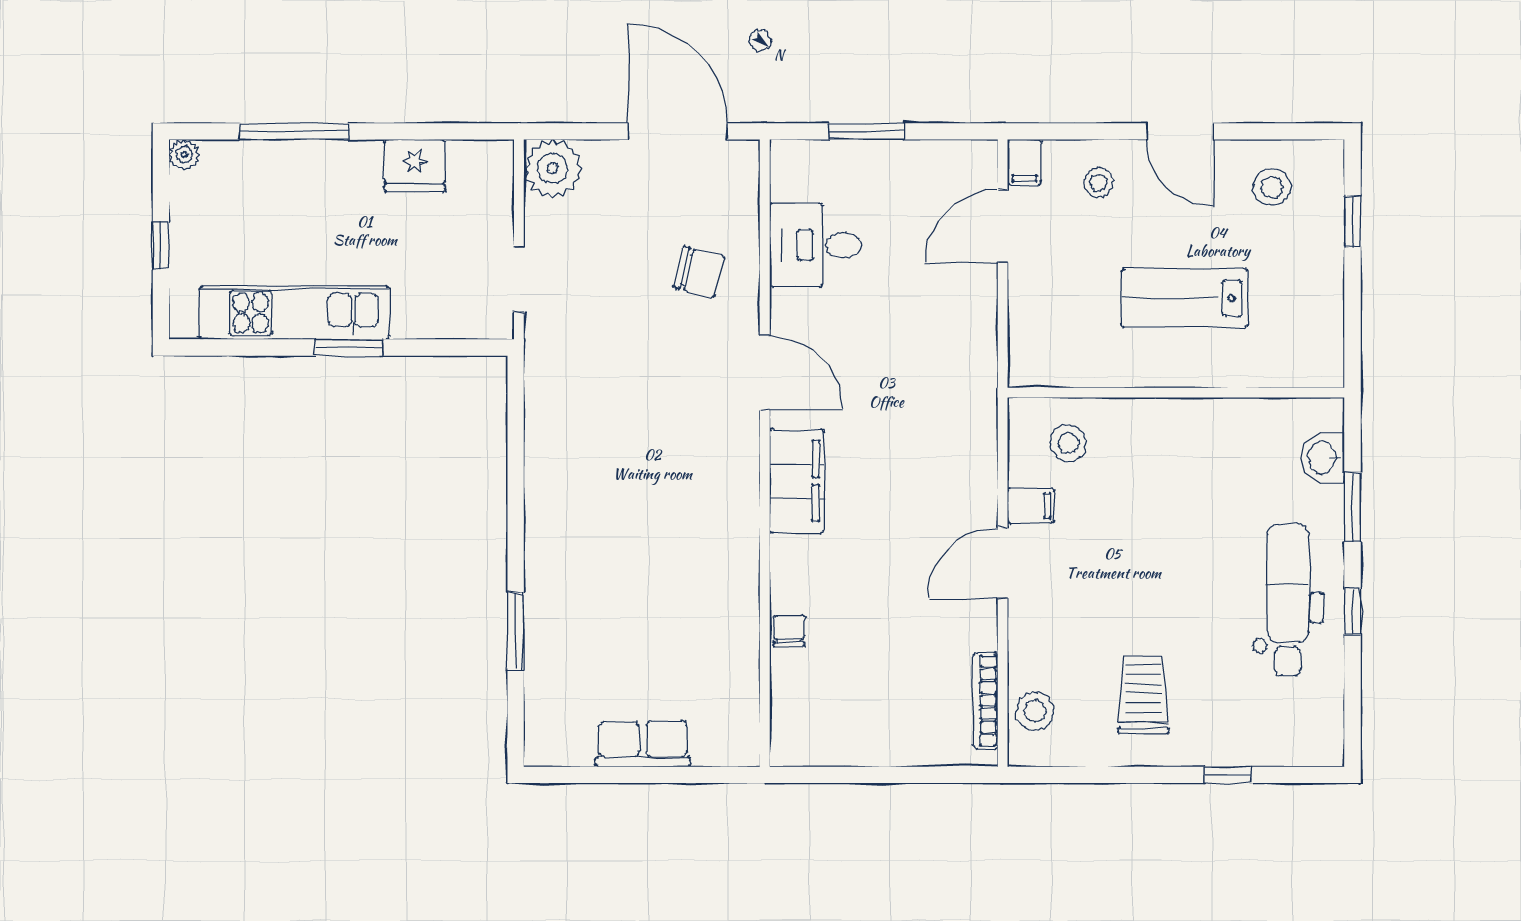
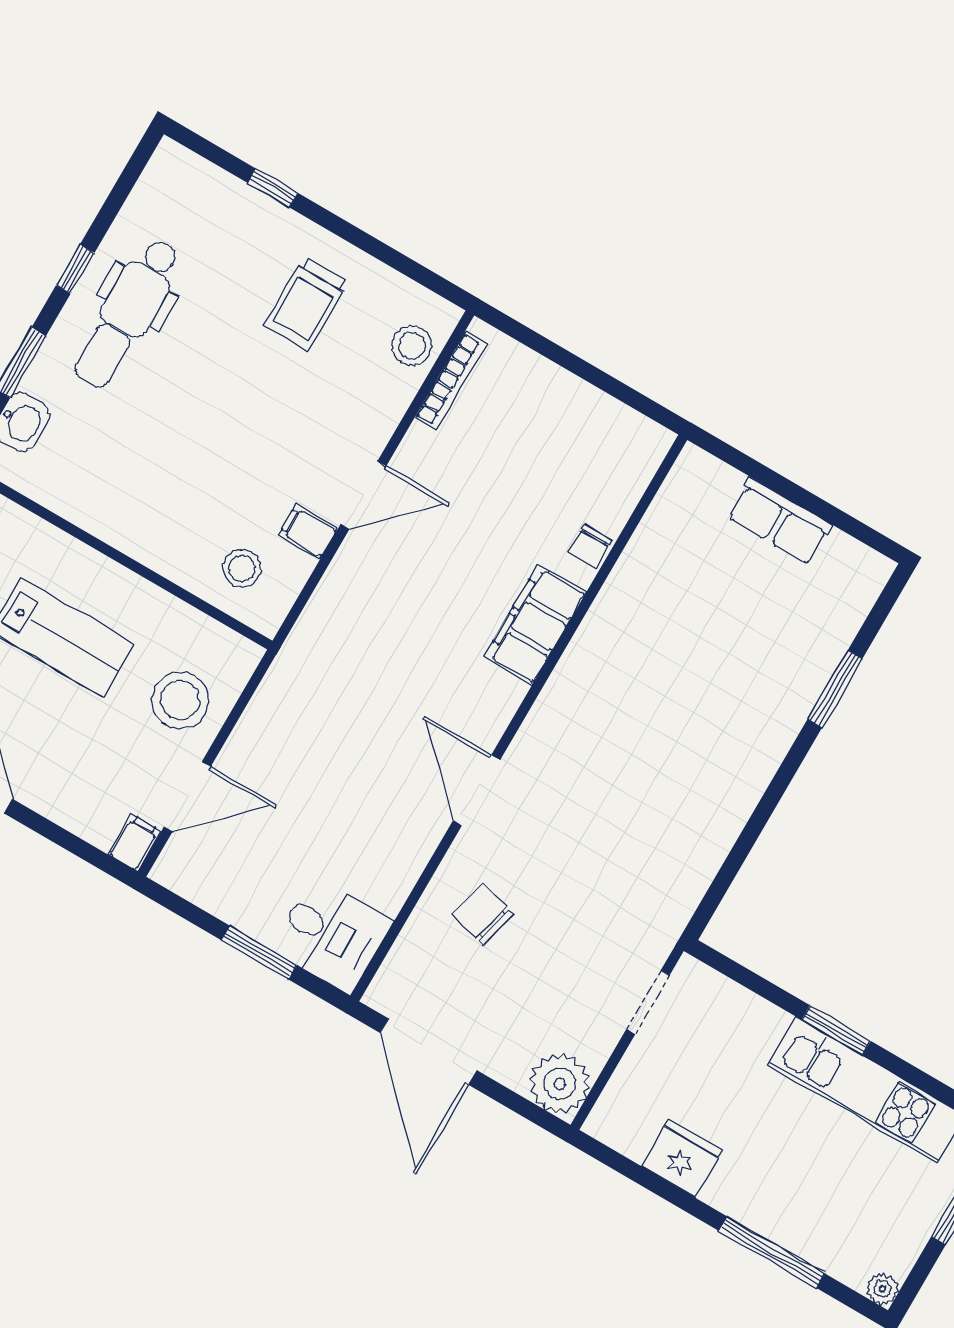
stool: (1098, 183) -> (180, 700), moved, width x1.89, depth x1.89
desk: (815, 245) -> (332, 935), moved
filing cabinet: (797, 481) -> (535, 624), moved

